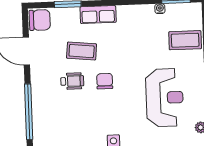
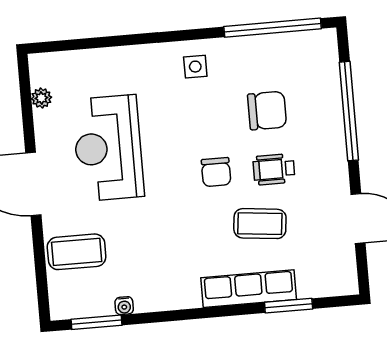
row of seats: (98, 15) -> (249, 289), width x1.48
chair: (40, 20) -> (267, 111), moved, turned 180

